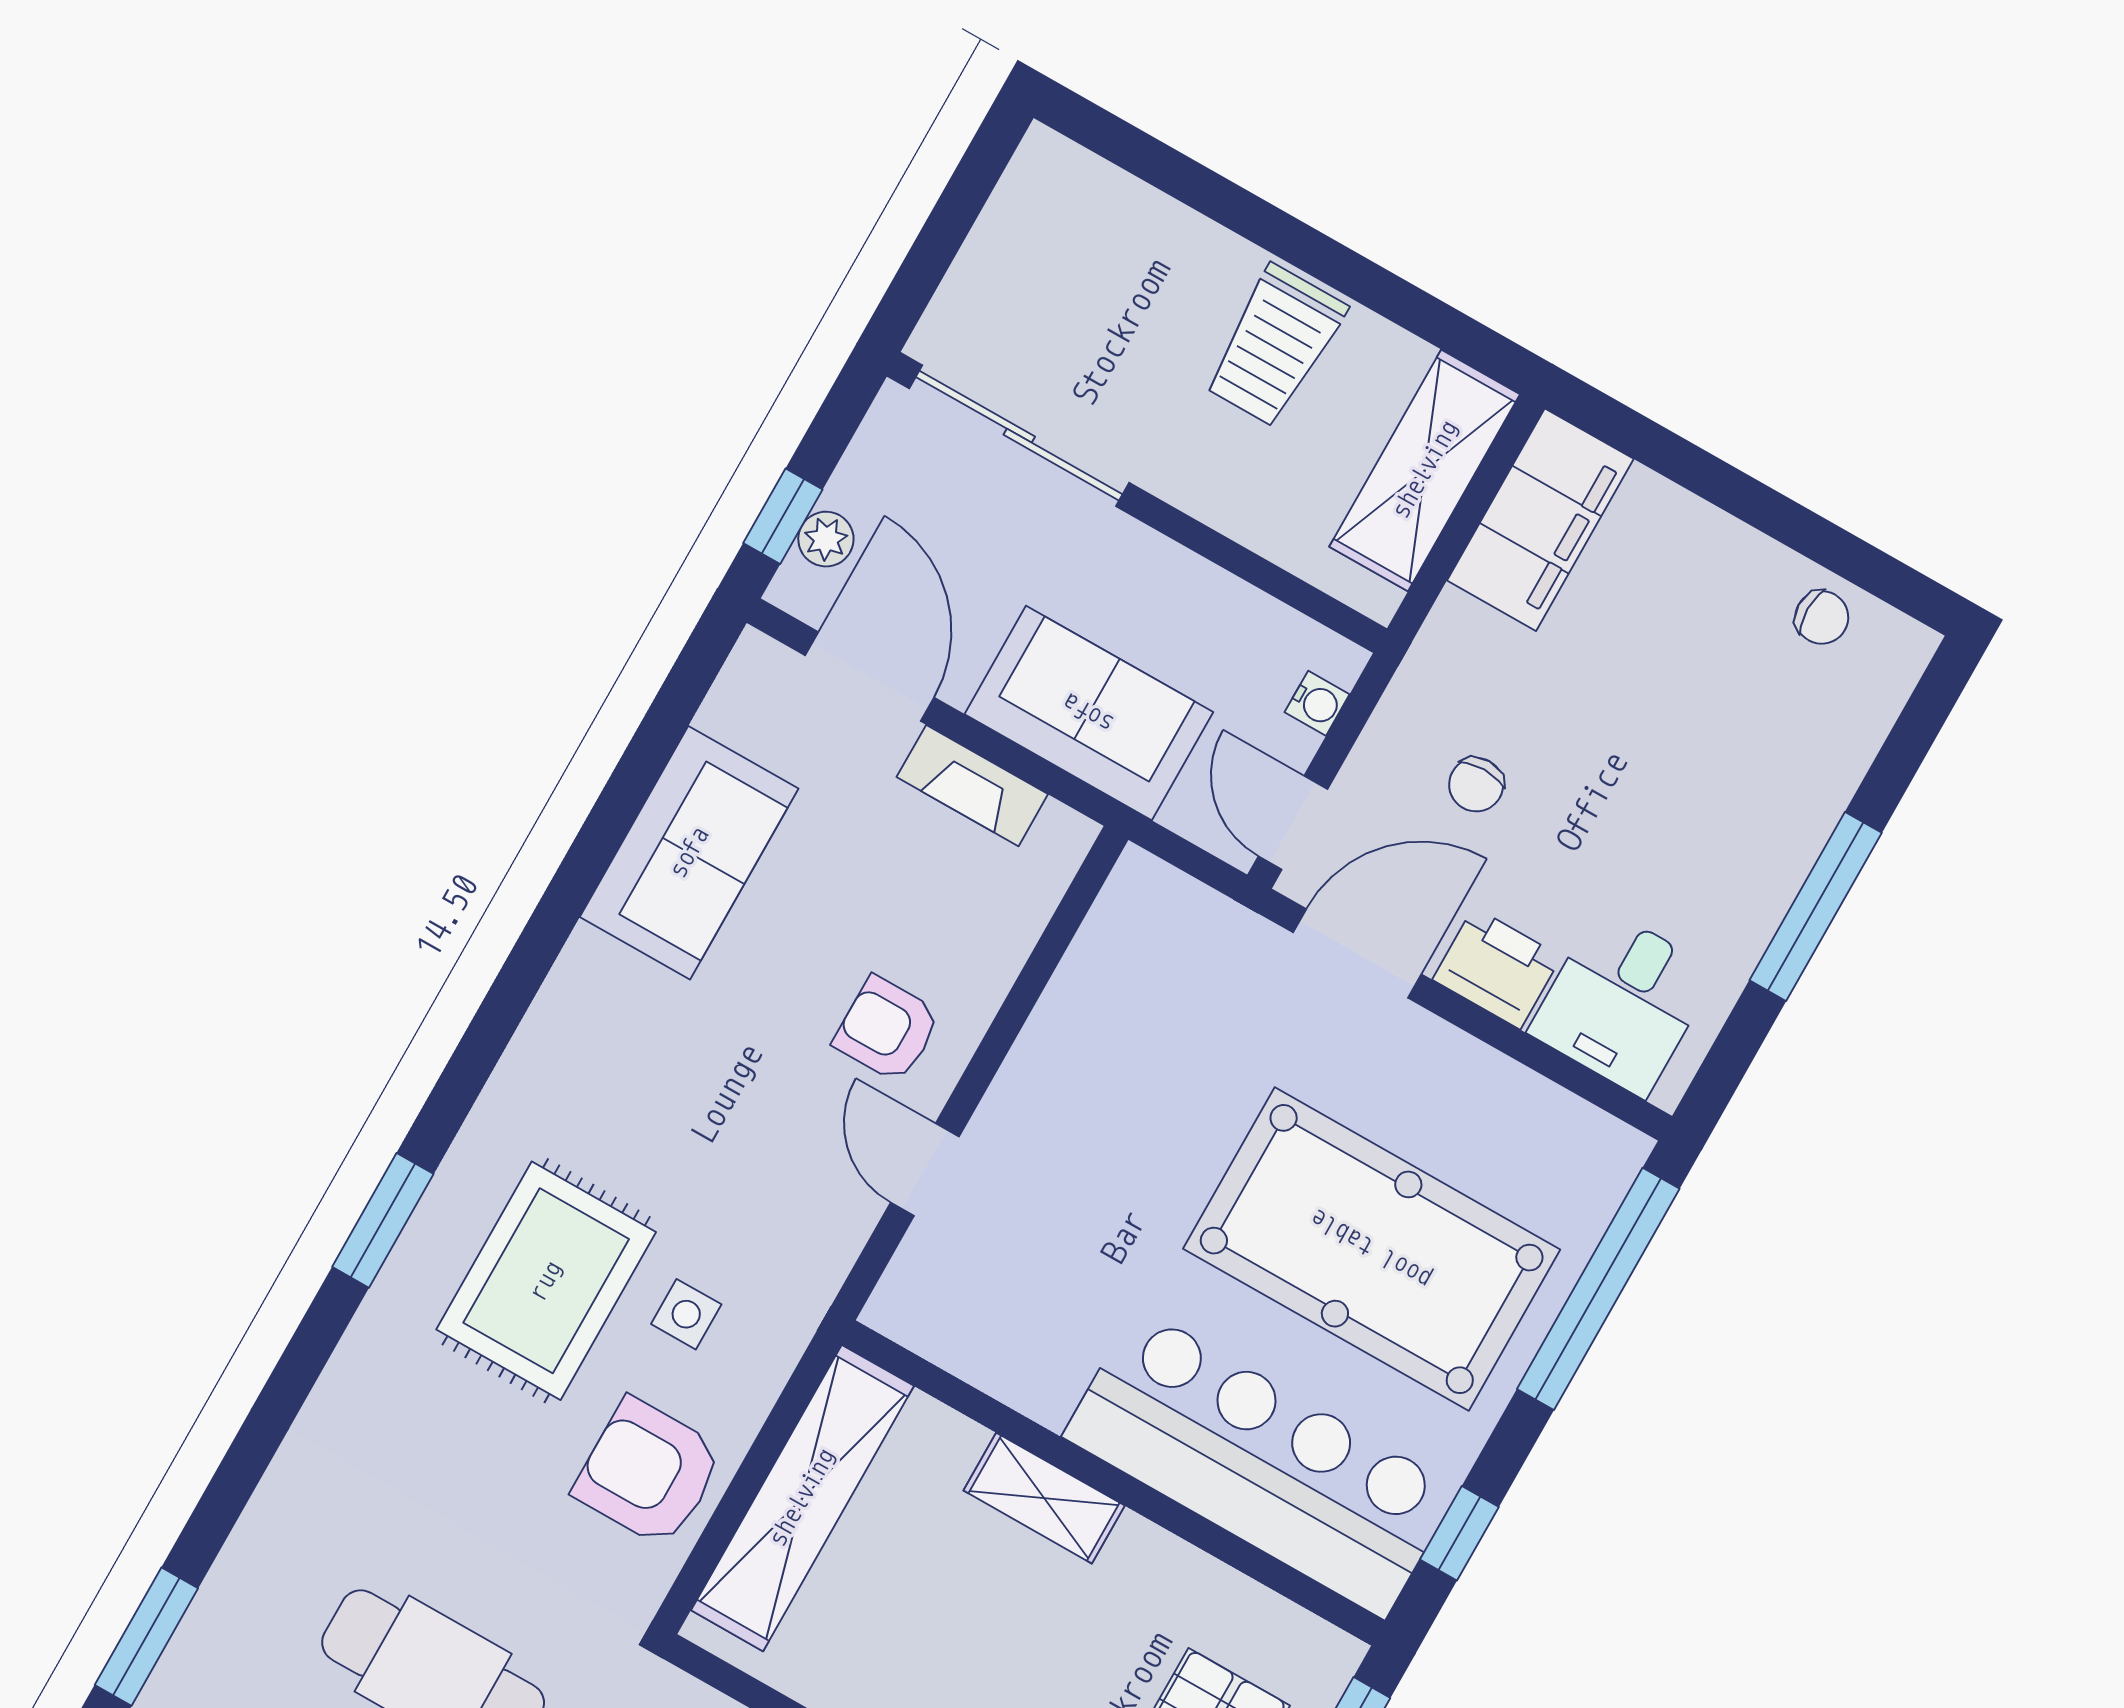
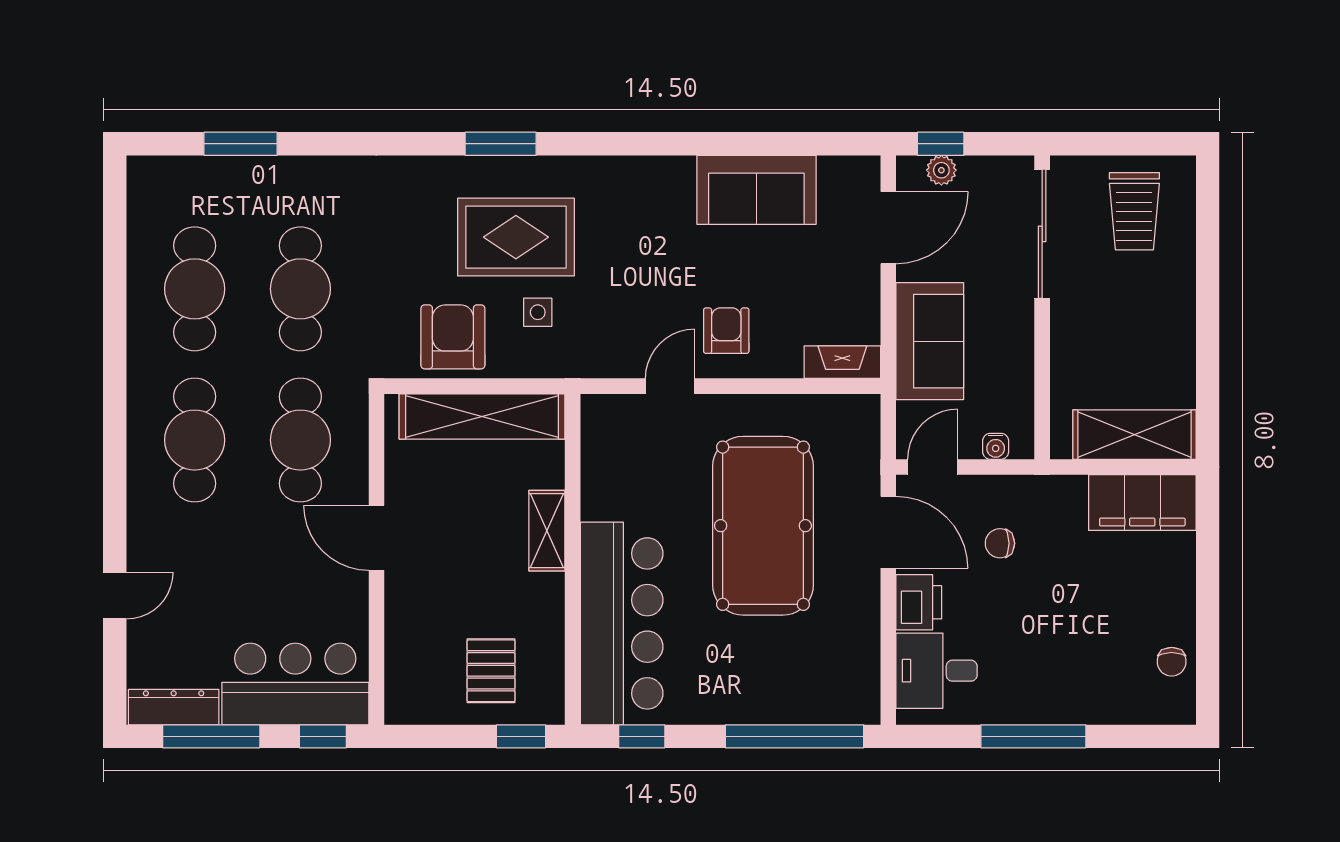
trolley: (1275, 346) -> (1134, 211), moved, turned -90
fireplace: (972, 786) -> (842, 362), moved, turned 90
pool table: (1372, 1249) -> (763, 526), moved

